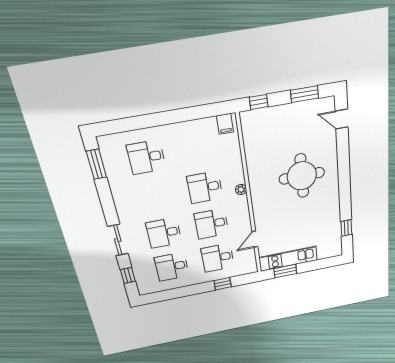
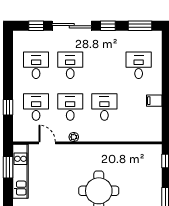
filing cabinet: (225, 124) -> (154, 101), moved
plant: (241, 190) -> (74, 137), moved
window: (107, 201) -> (108, 26), added
sliding door: (118, 240) -> (72, 26), width x1.37

